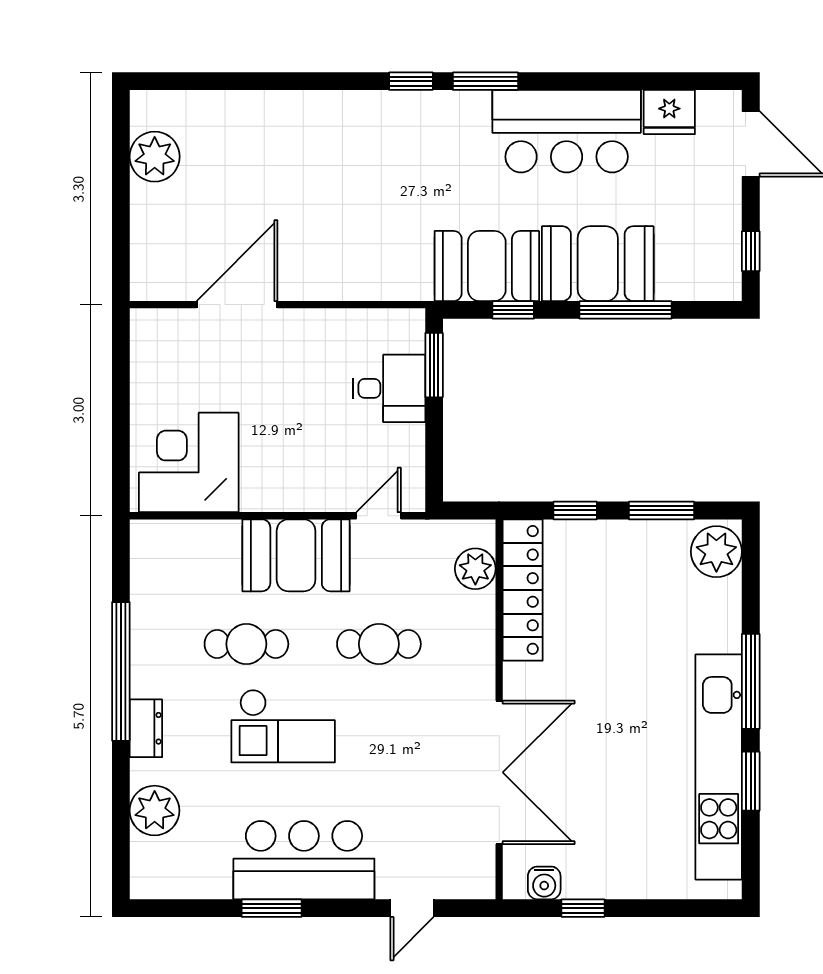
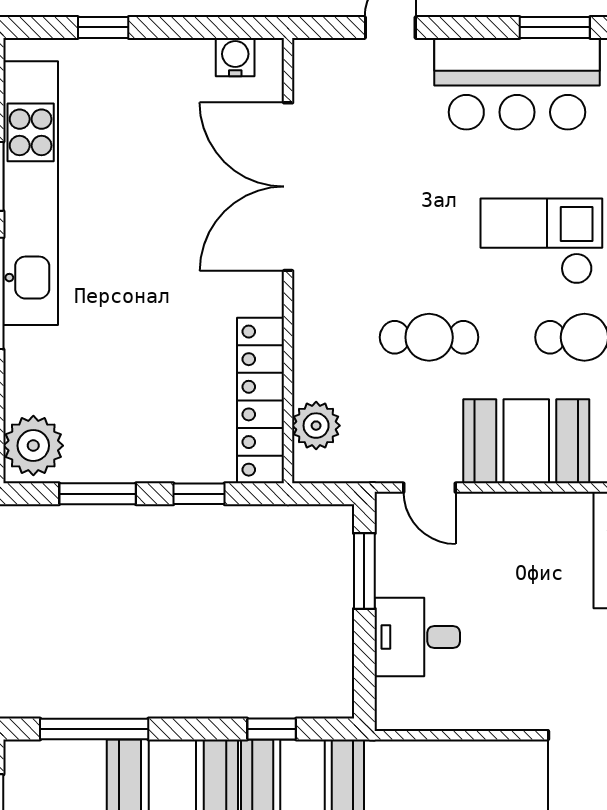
window: (625, 310) -> (94, 729), moved
window: (434, 365) -> (364, 571), moved
door: (379, 516) -> (429, 488), hinge flipped
window: (583, 908) -> (103, 27), moved

